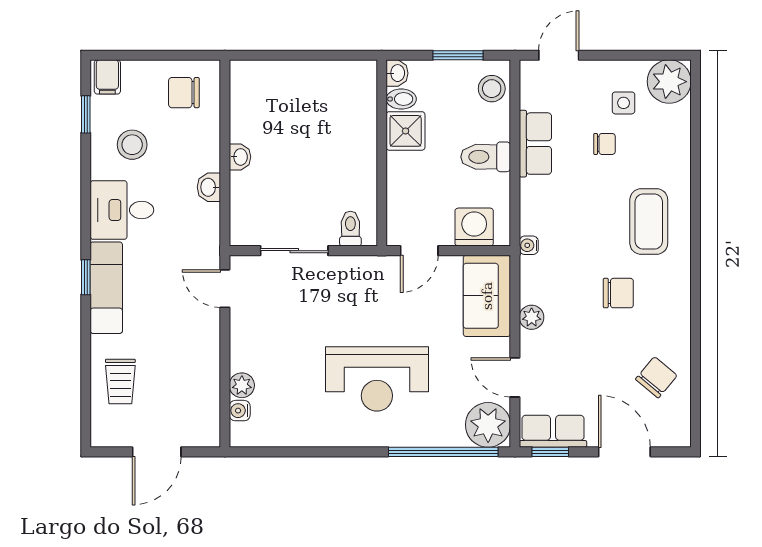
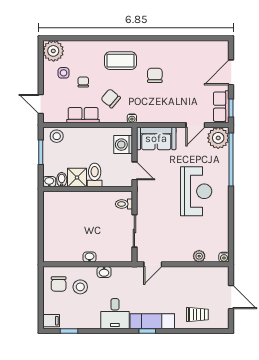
stool: (132, 145) -> (80, 287), moved
toilet: (486, 157) -> (95, 175), moved, turned 180
plant: (532, 317) -> (166, 117), removed
chair: (656, 377) -> (111, 98), moved
water cooler: (240, 411) -> (224, 257), moved

